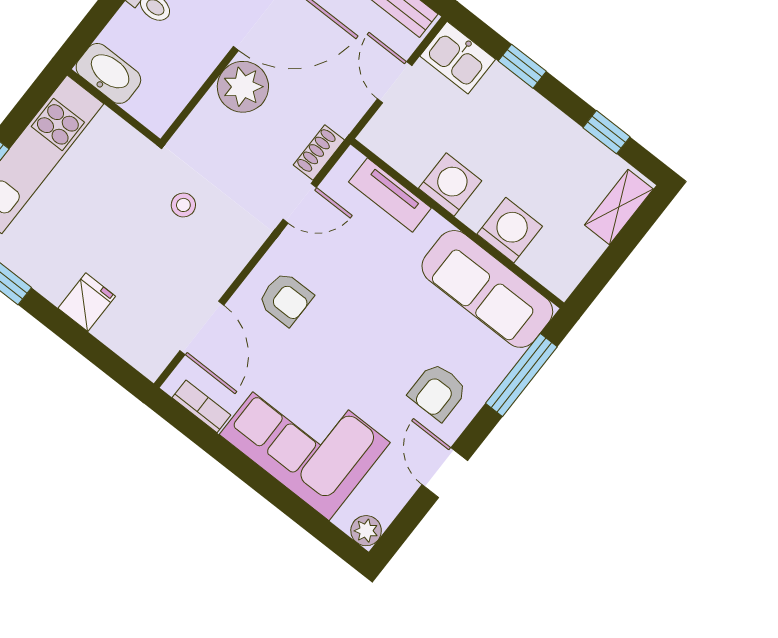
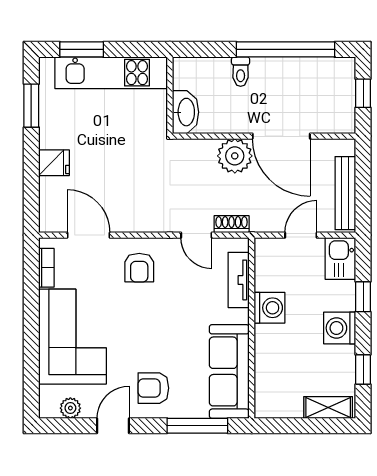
washbasin: (108, 73) -> (185, 112), moved
stool: (183, 205) -> (147, 174), removed
washing machine: (510, 230) -> (340, 328), moved, turned 180
door: (202, 328) -> (89, 235), swing flipped
plant: (366, 531) -> (70, 408), moved

